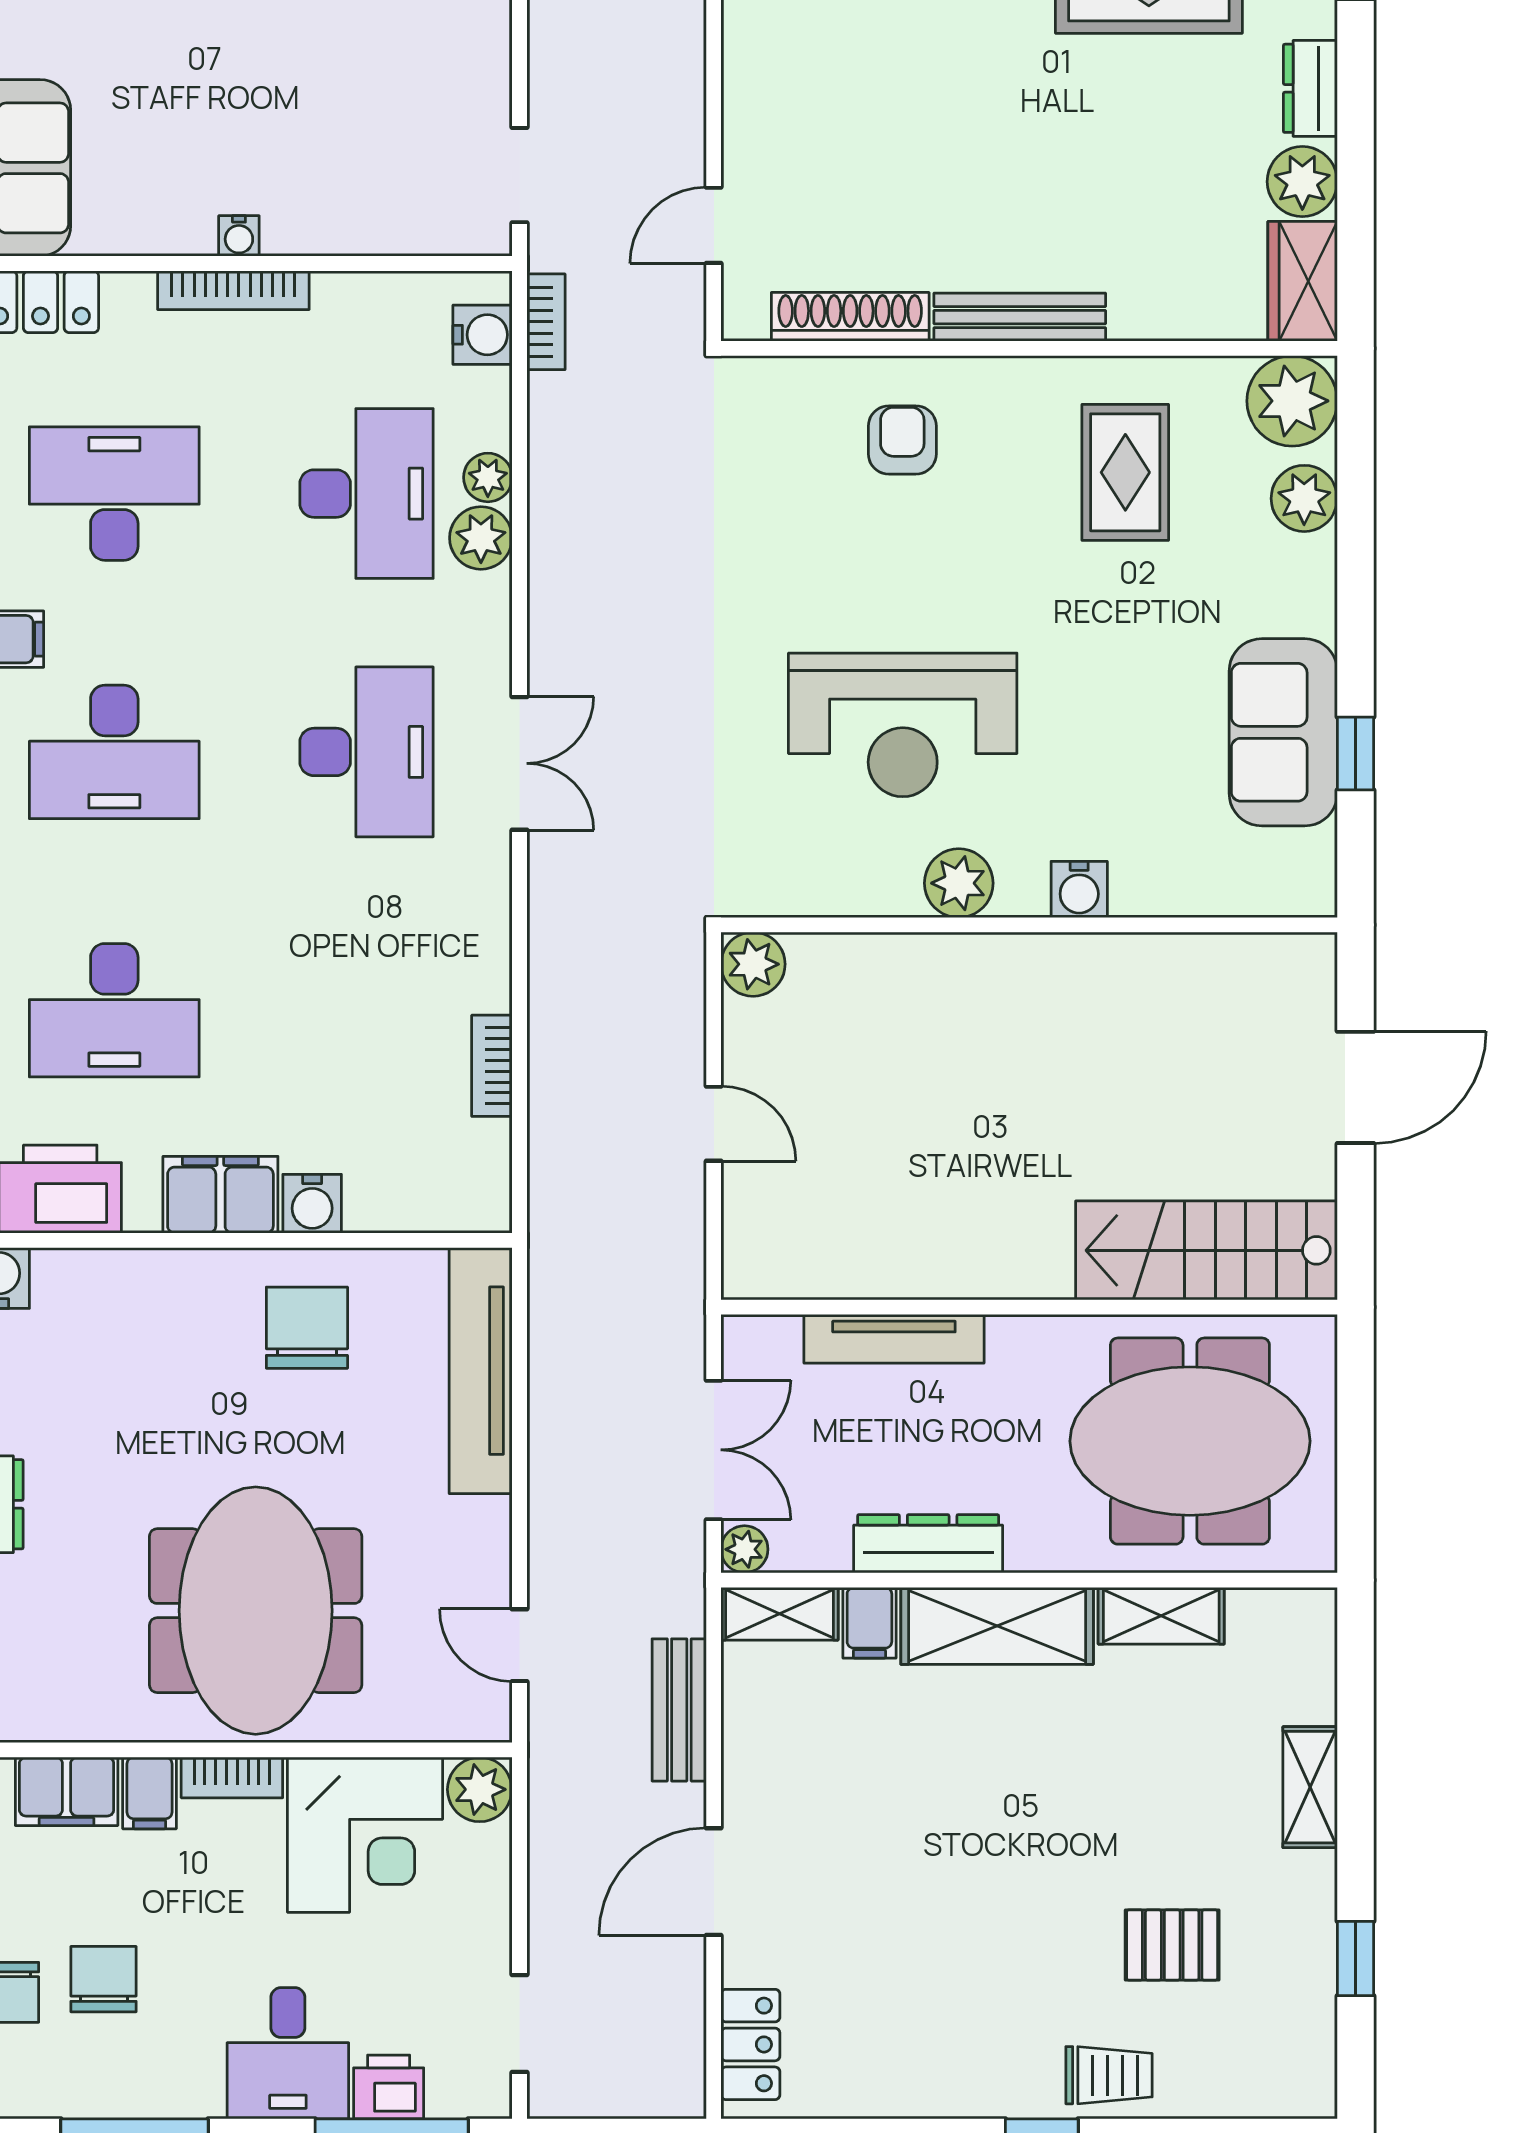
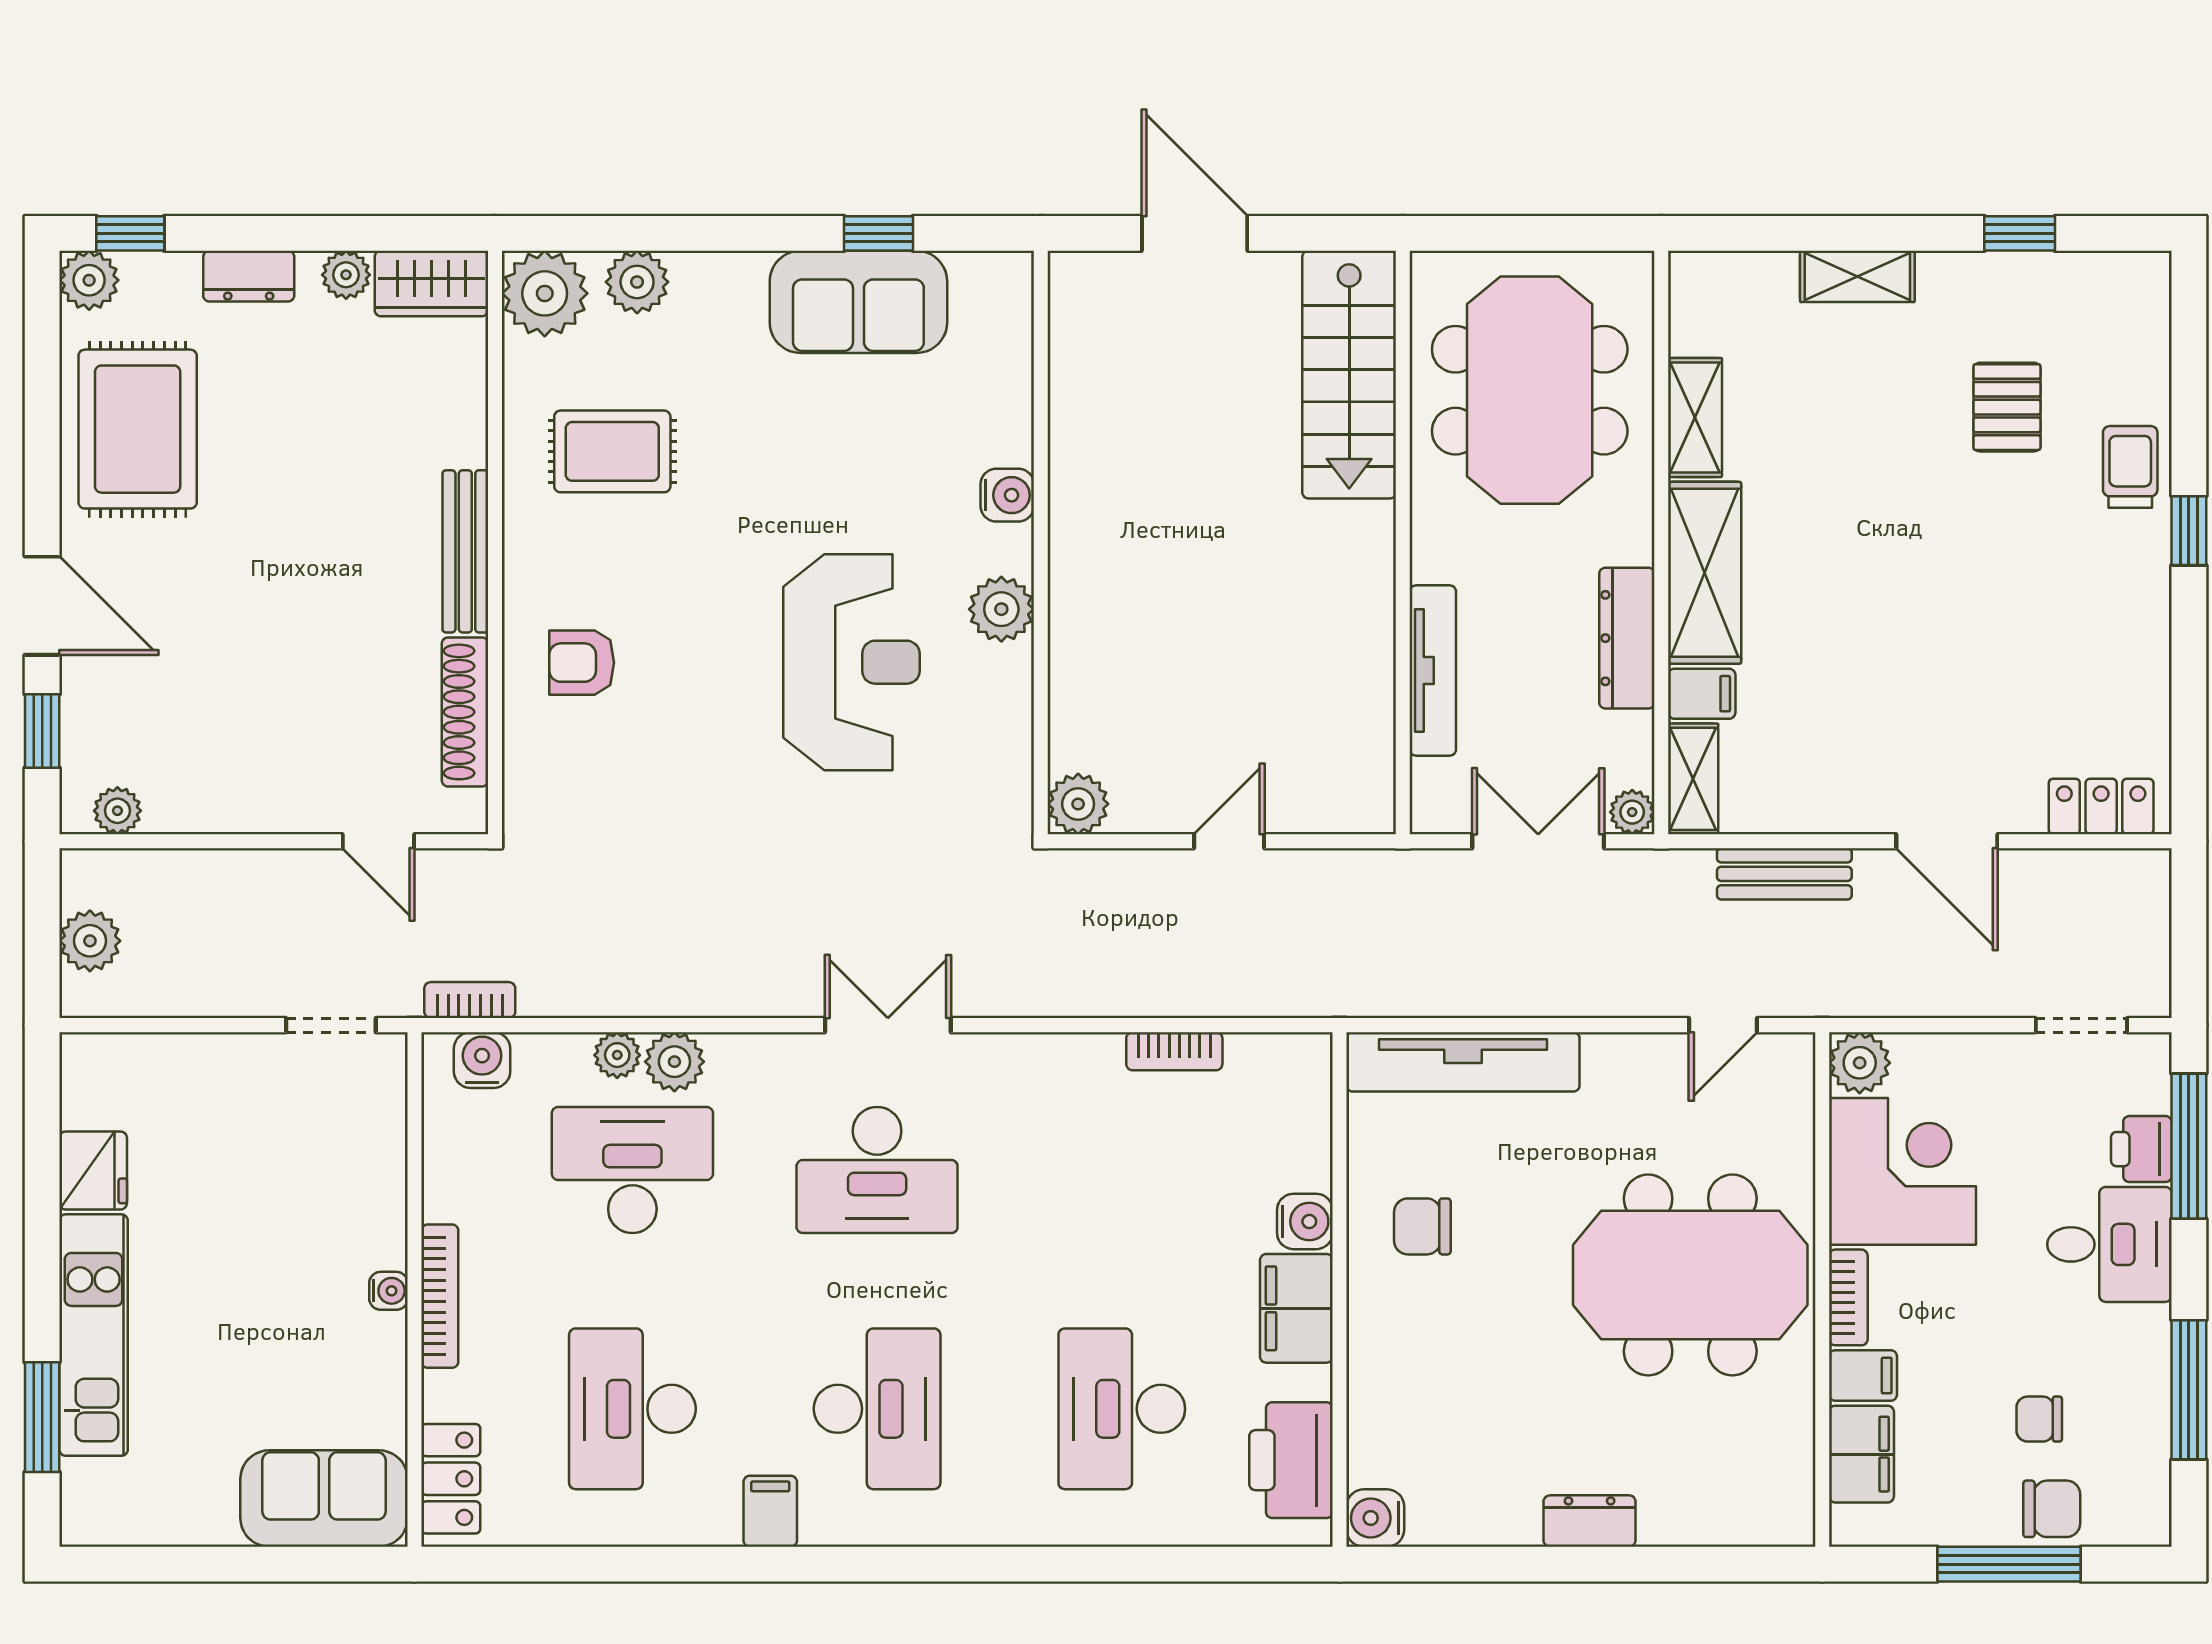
plant: (1302, 182) -> (346, 275), width x0.73, depth x0.73
desk: (366, 752) -> (877, 1170), turned 180
desk: (114, 1010) -> (1122, 1409), turned 180
chair: (307, 1328) -> (1422, 1226), width x0.73, depth x0.73
chair: (104, 1979) -> (2039, 1419), width x0.73, depth x0.73

